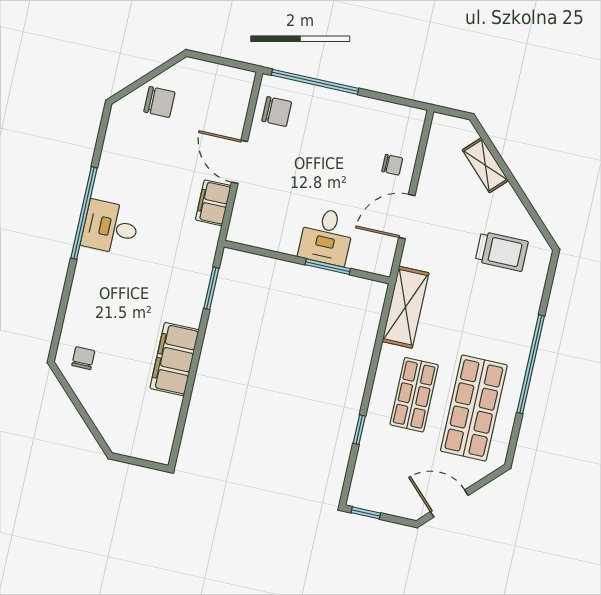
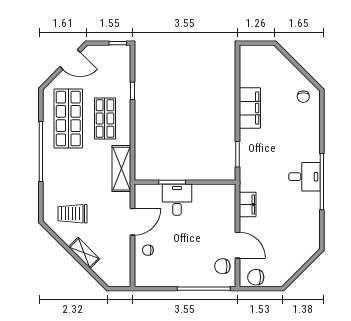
chair: (159, 102) -> (256, 277), moved
door: (240, 162) -> (237, 245), moved
shelving: (485, 165) -> (84, 253), moved

